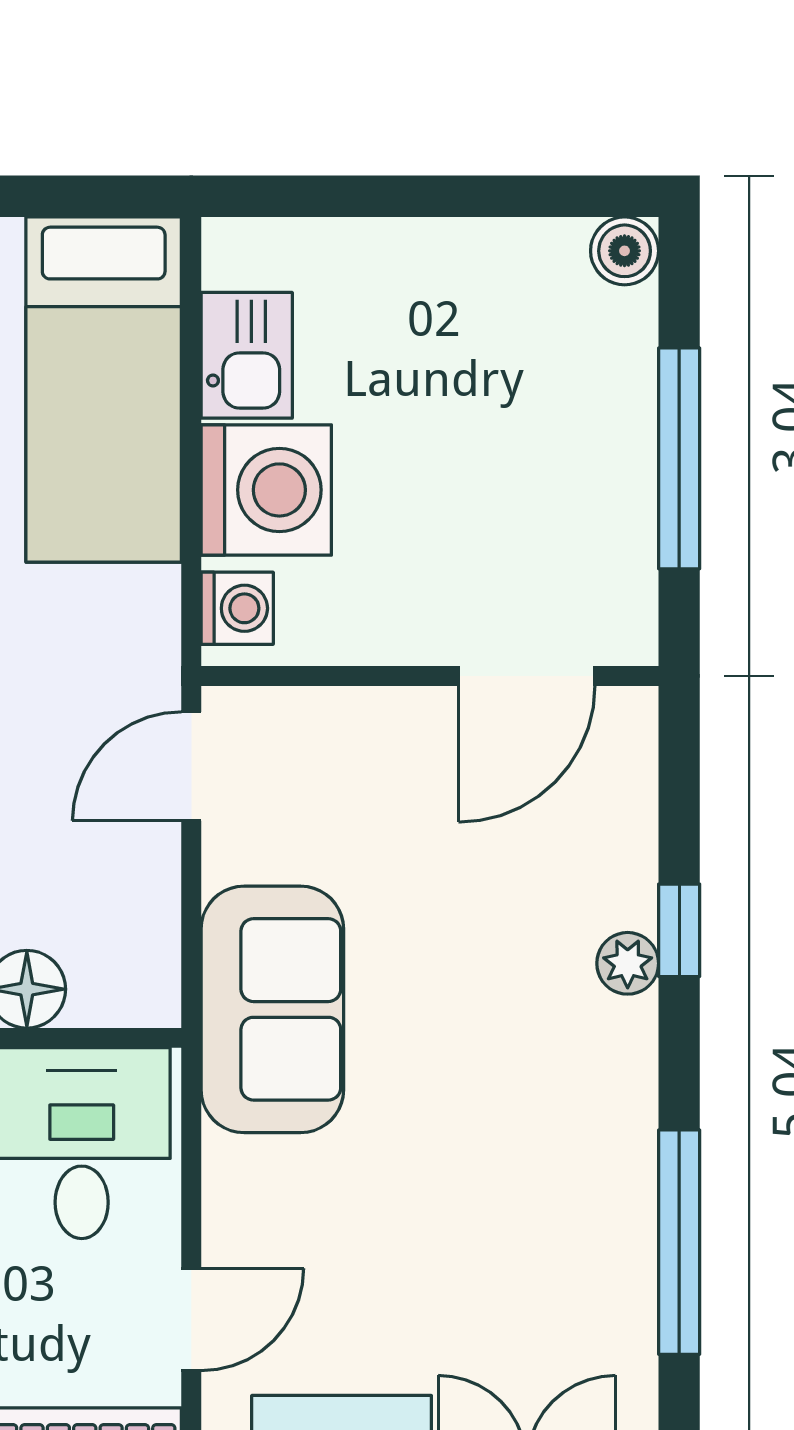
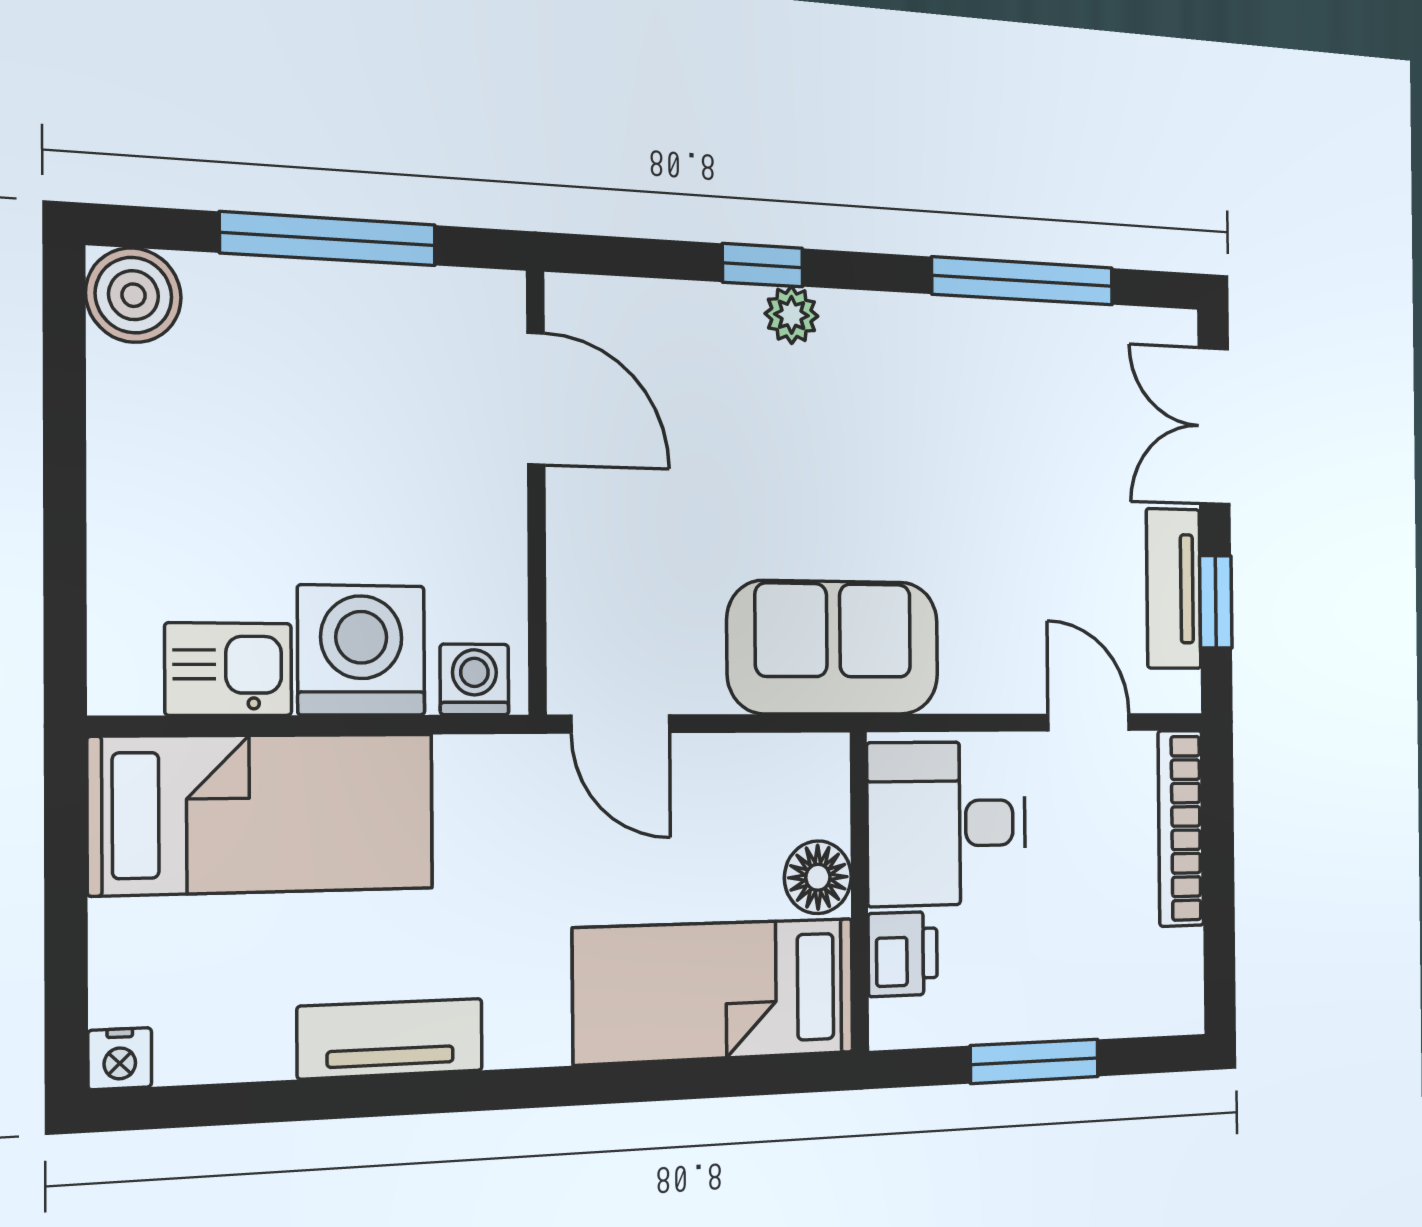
boiler: (625, 251) -> (134, 295), width x1.36, depth x1.36

